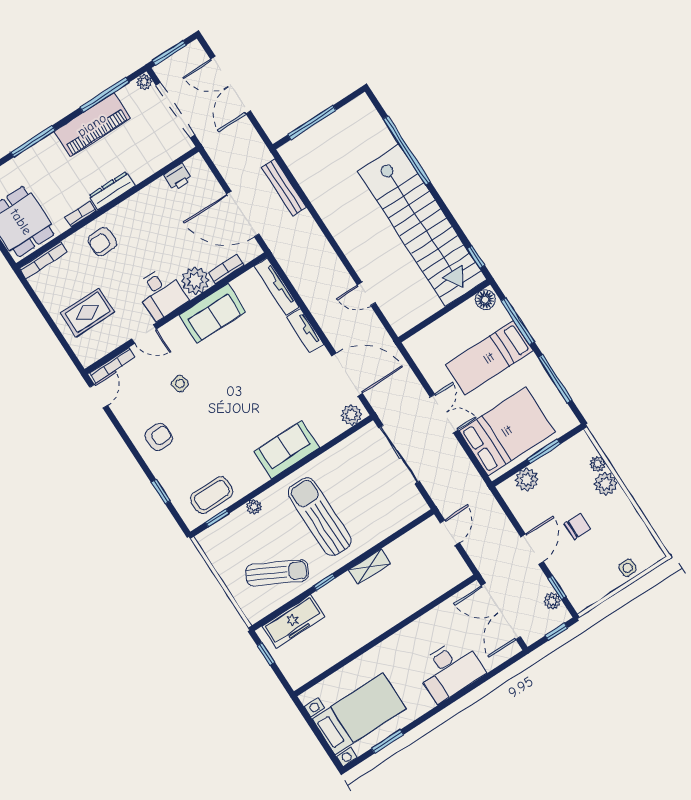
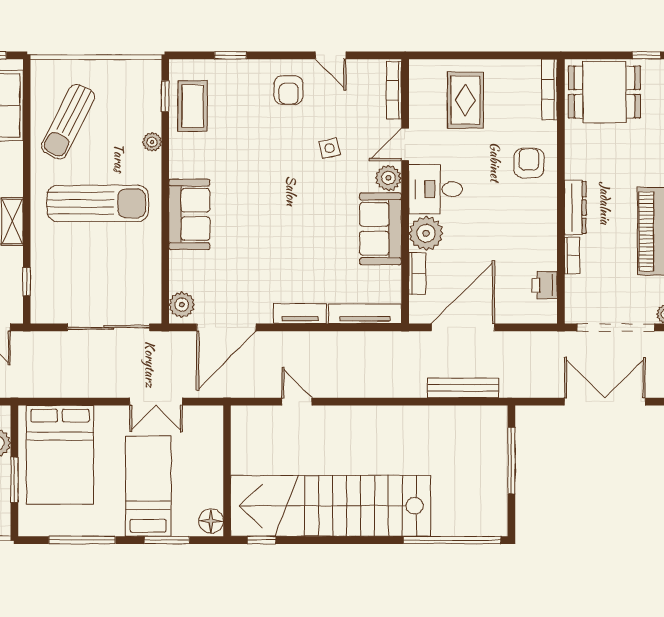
window: (407, 150) -> (452, 540), moved
bookcase: (81, 214) -> (572, 255), moved
door: (366, 294) -> (297, 402), hinge flipped
window: (518, 321) -> (167, 540), width x0.69
plant: (174, 331) -> (388, 178), added
door: (99, 396) -> (331, 55), moved
double door: (444, 414) -> (156, 402), moved
window: (324, 582) -> (27, 282), moved

